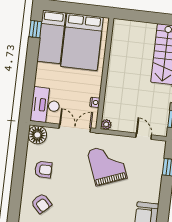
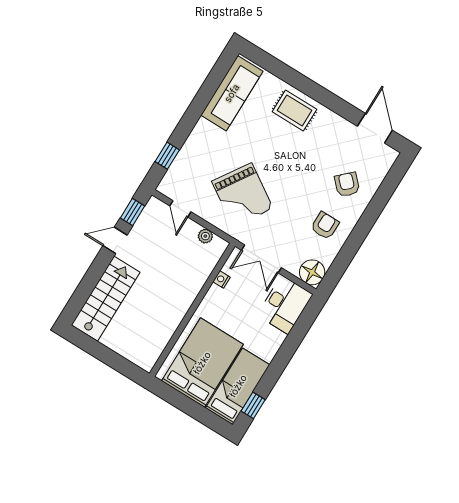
plant: (106, 124) -> (205, 236), moved
grand piano: (107, 164) -> (242, 195), turned -36
armchair: (43, 170) -> (325, 226), turned 90

